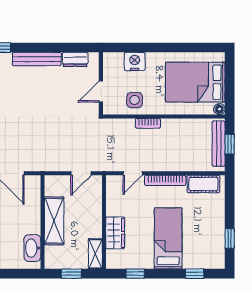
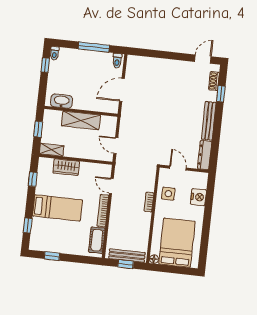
dresser: (75, 59) -> (205, 155), width x1.44

